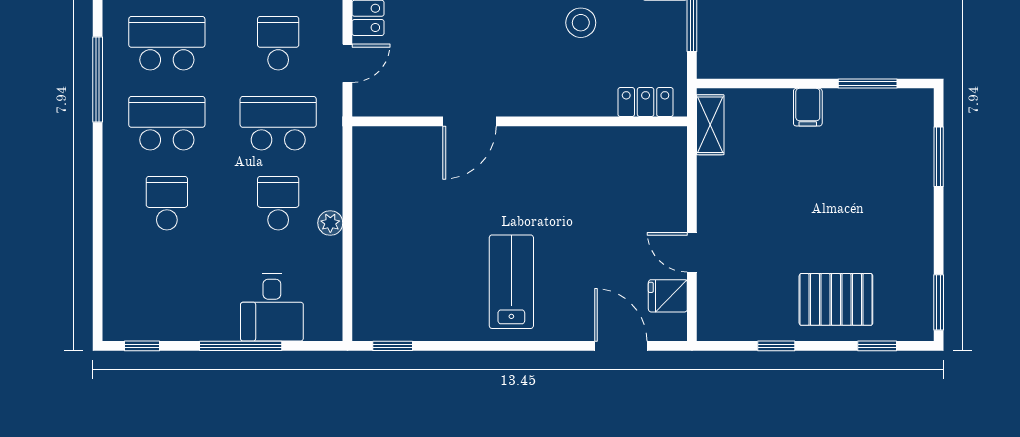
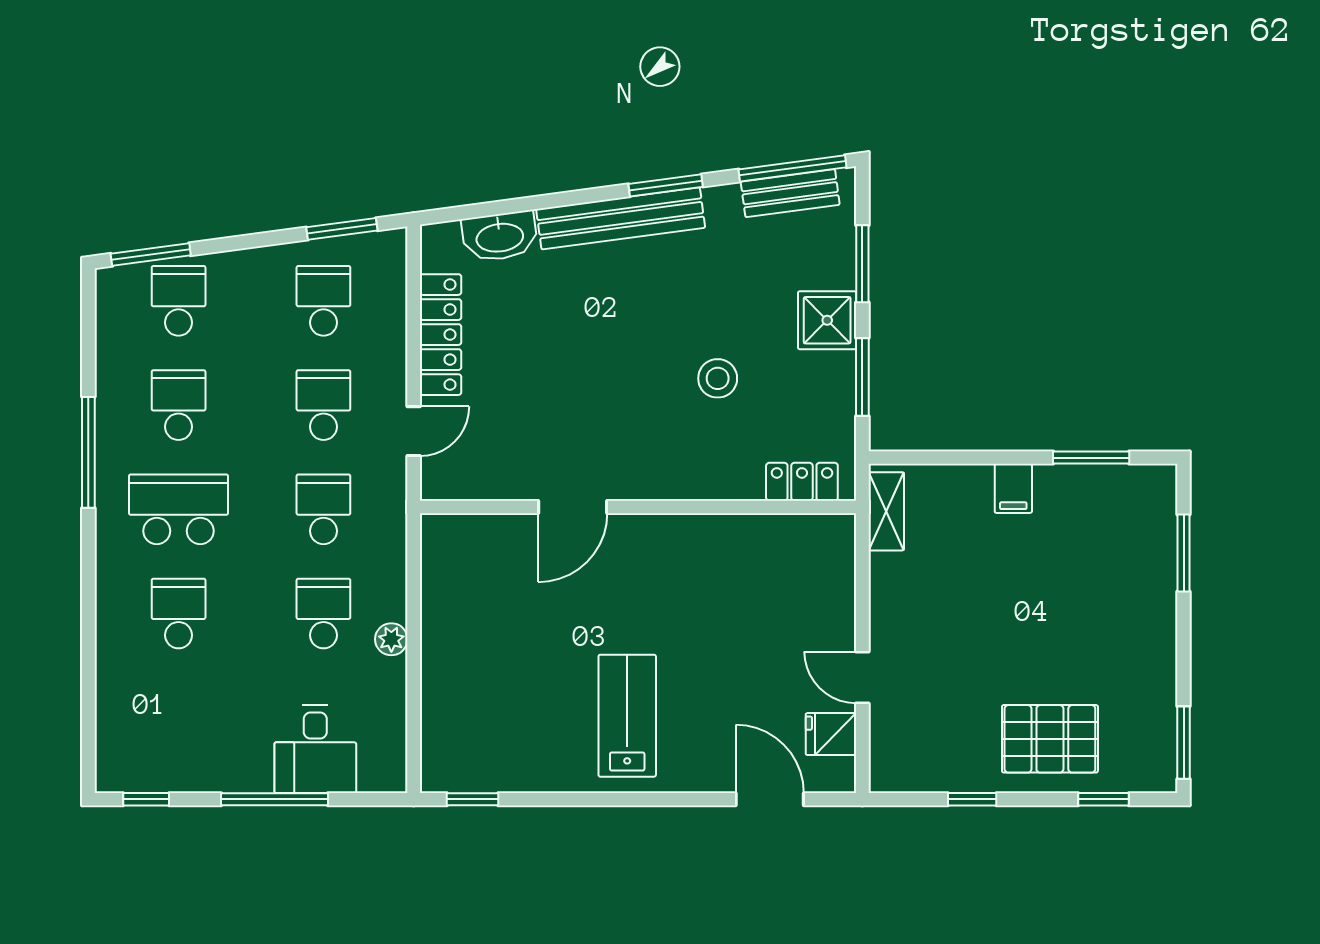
school desk: (167, 43) -> (179, 405), width x0.54
school desk: (278, 123) -> (323, 509), width x0.54

